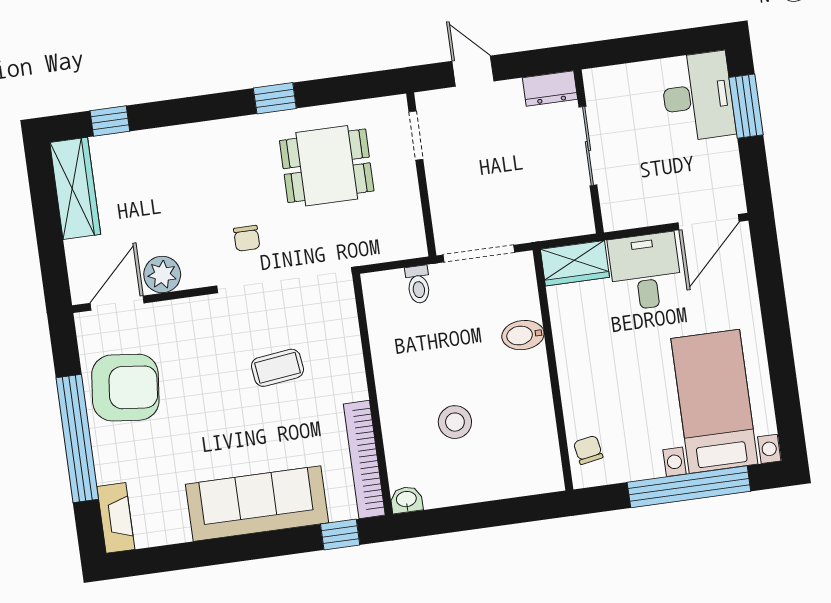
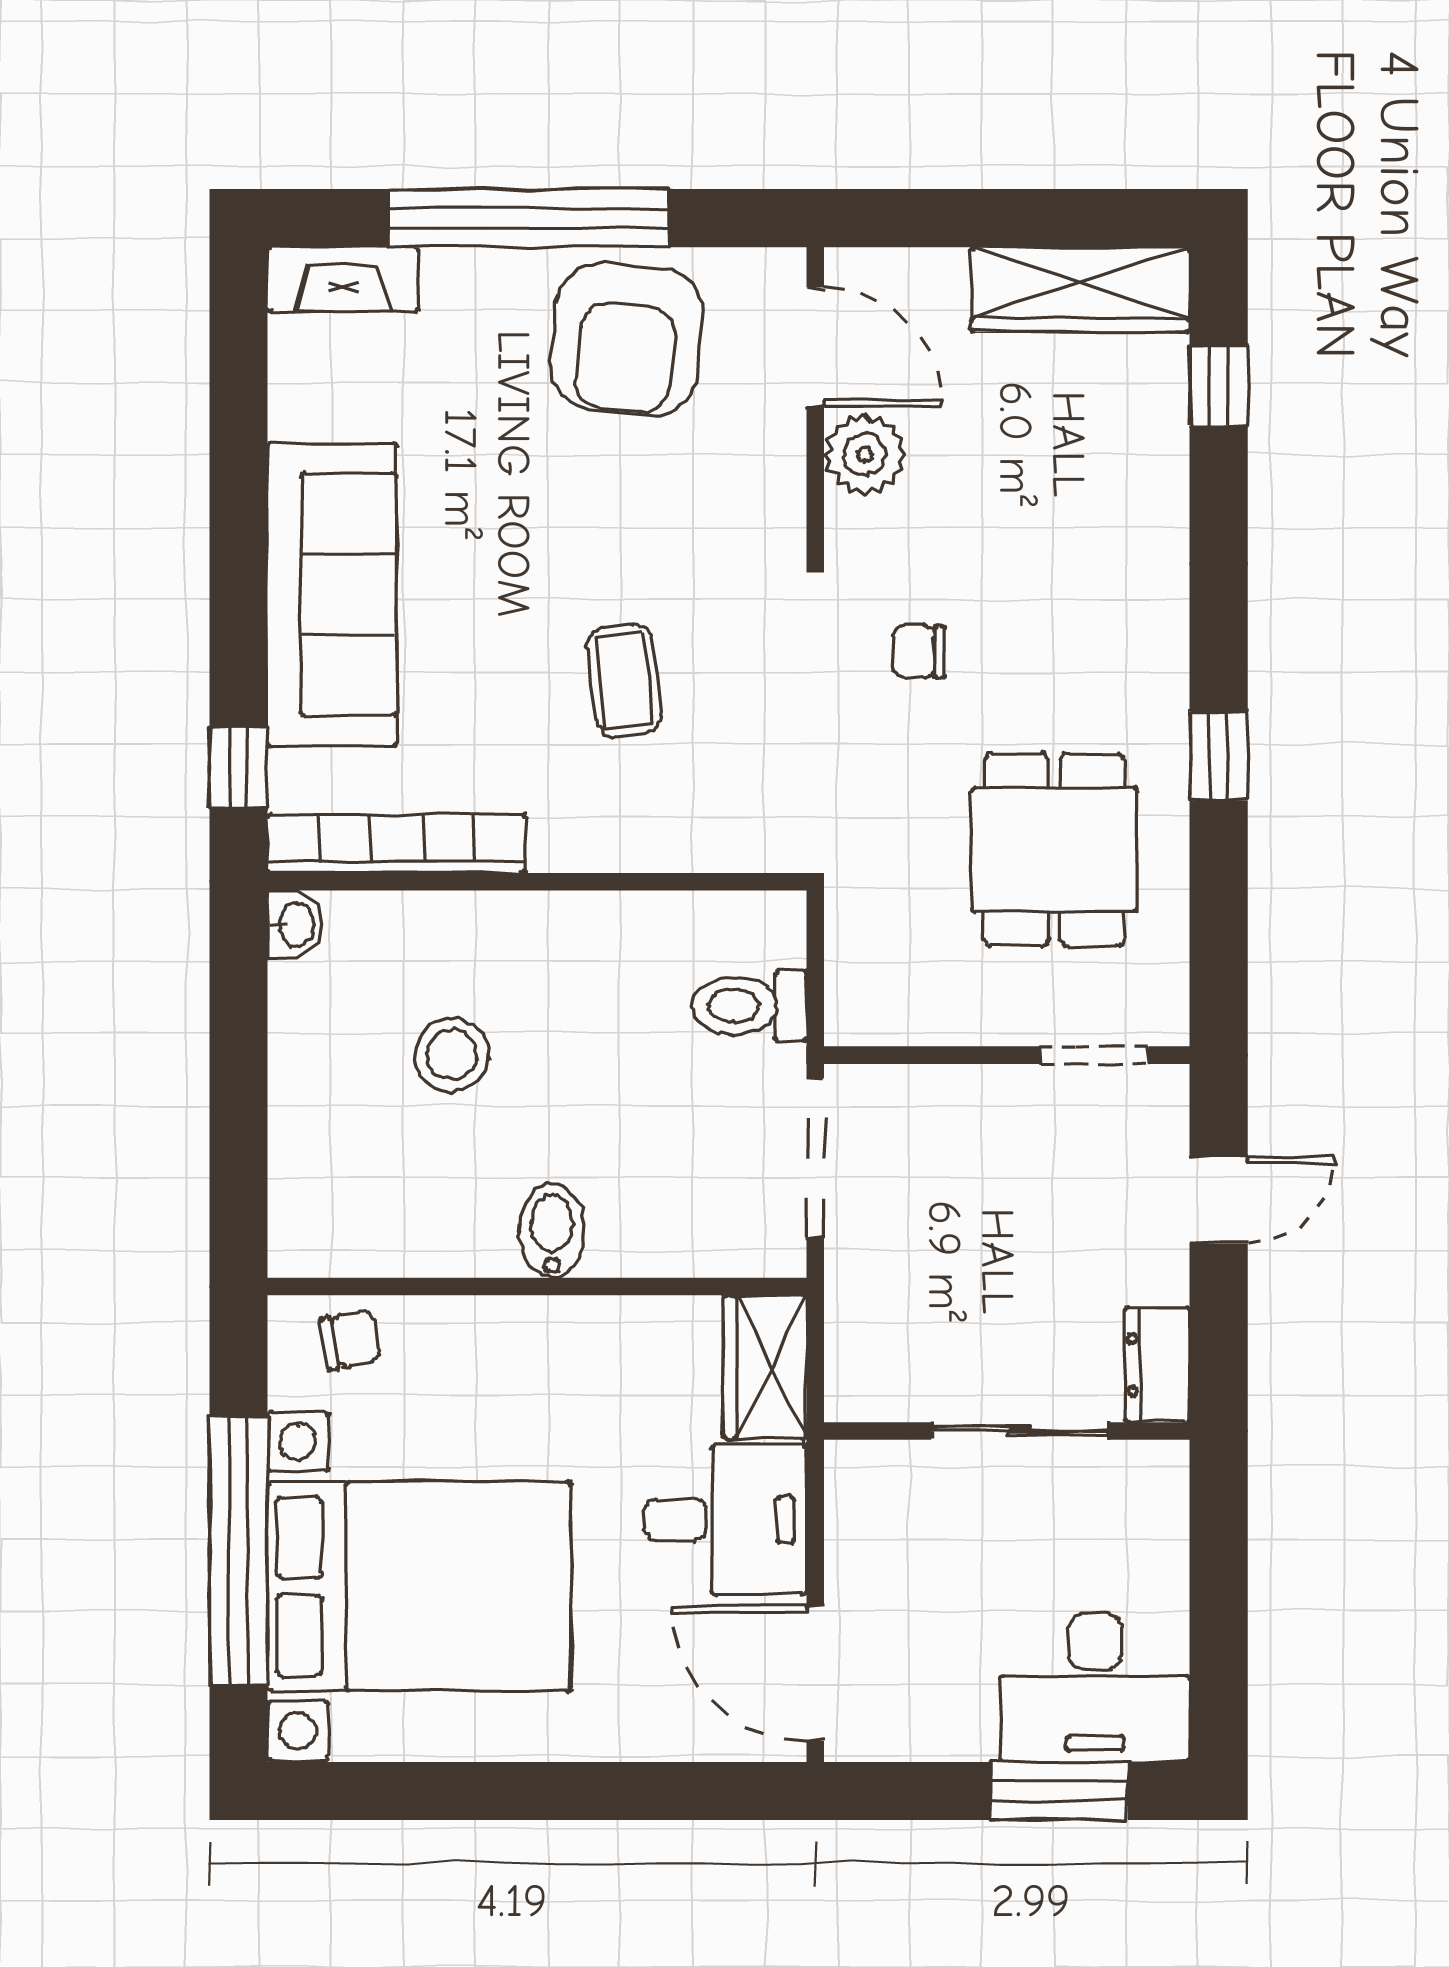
toilet: (418, 285) -> (750, 1006), width x1.37, depth x1.39
bidet: (523, 335) -> (552, 1231), moved
bed with nightstands: (714, 401) -> (419, 1586), width x1.36

